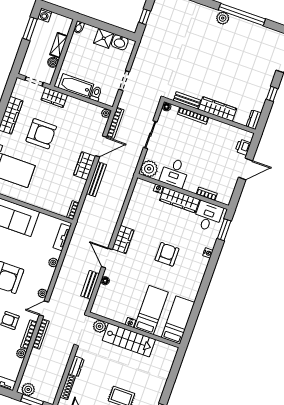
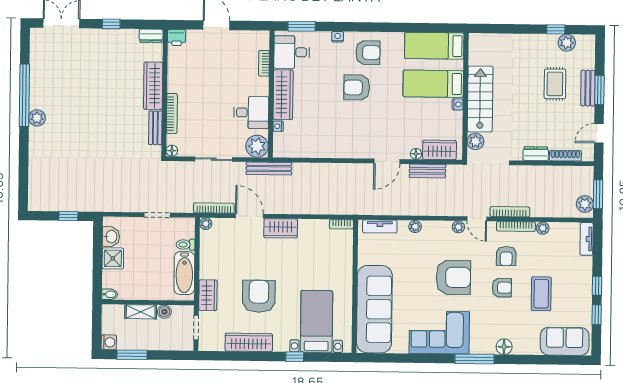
printer: (243, 147) -> (177, 38), moved
bench: (96, 179) -> (269, 169), moved
wardrobe: (123, 240) -> (439, 150), moved
armchair: (189, 271) -> (368, 53), added

